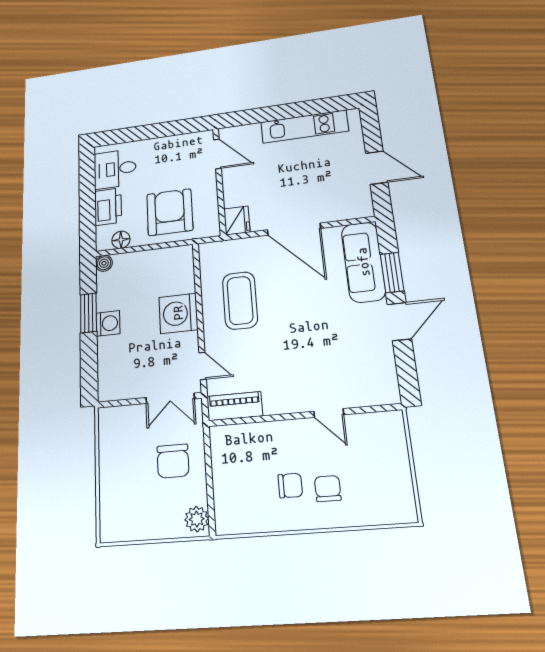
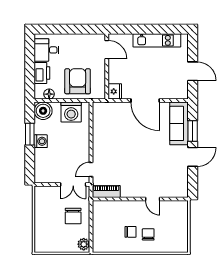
boiler: (104, 263) -> (43, 111), width x1.86, depth x1.86
coffee table: (240, 300) -> (113, 137), removed
washing machine: (178, 313) -> (71, 112), moved, turned -90
door: (203, 366) -> (91, 169), swing flipped

